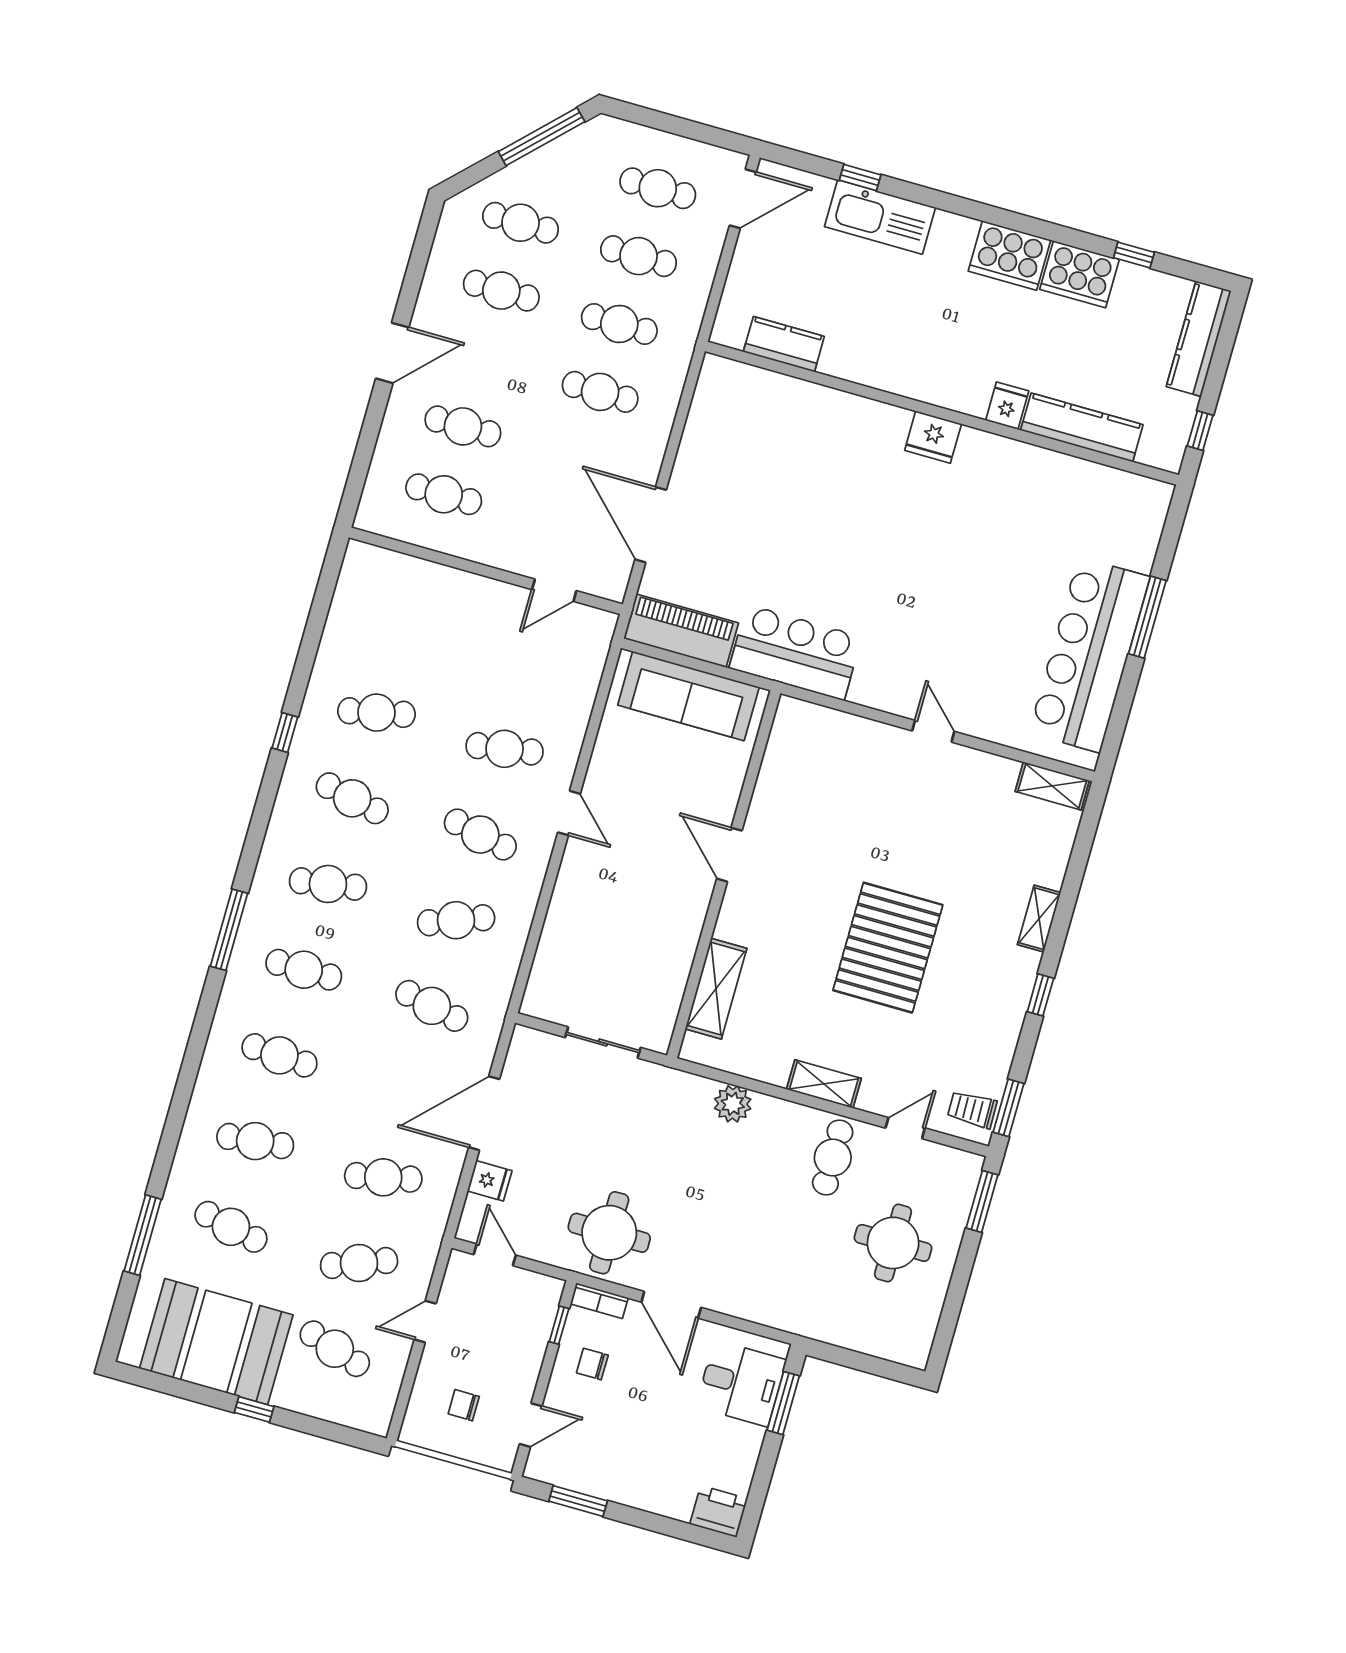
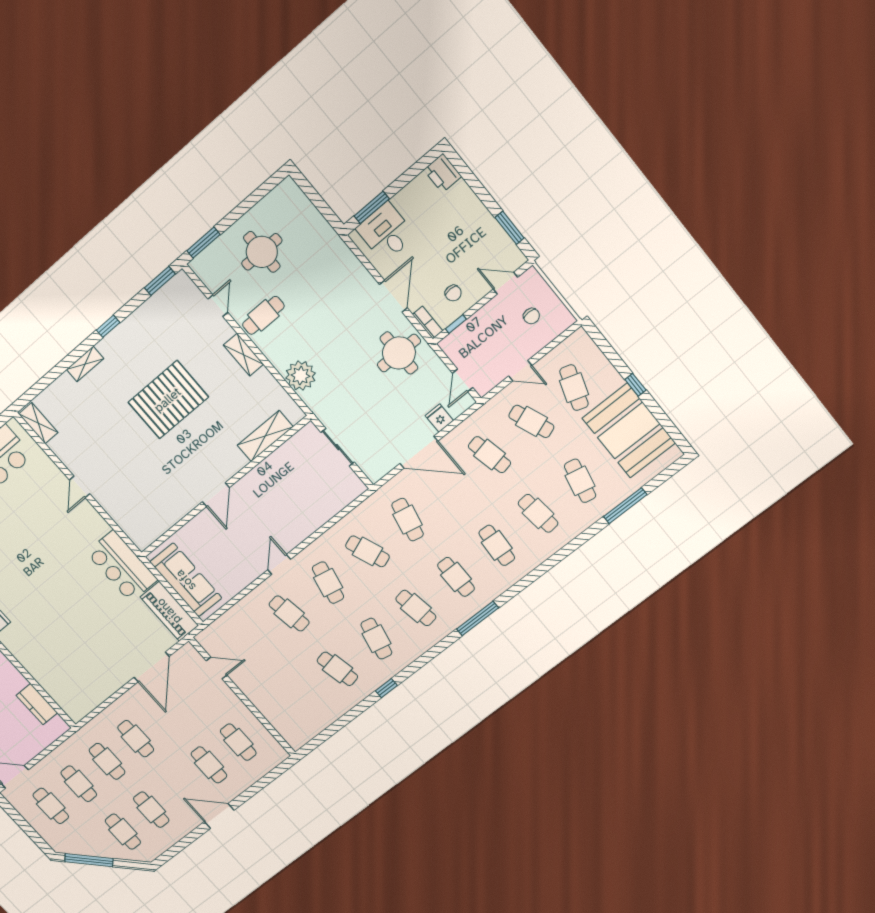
plant: (733, 1104) -> (301, 376), width x1.36, depth x1.36
trolley: (972, 1109) -> (178, 292), removed
door: (905, 1128) -> (218, 306), swing flipped

